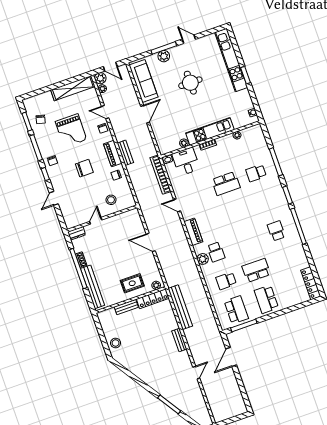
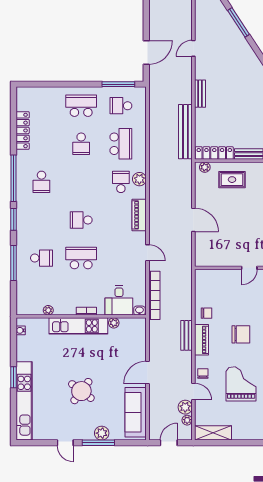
door: (110, 67) -> (169, 443), hinge flipped
plant: (100, 78) -> (185, 407), moved
round table: (190, 83) -> (81, 391), turned 37
shelving: (73, 88) -> (213, 433), width x0.68
chair: (84, 168) -> (241, 334), turned 180
stool: (111, 200) -> (223, 286), removed
school desk: (236, 212) -> (81, 220), added
school desk: (256, 270) -> (81, 144), width x0.54
school desk: (226, 281) -> (121, 144), width x1.85
locker: (311, 283) -> (23, 130), moved
school desk: (266, 299) -> (81, 106), turned -90
school desk: (236, 310) -> (121, 106), width x0.54

